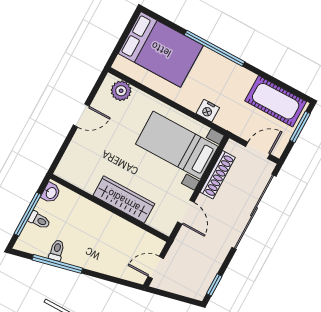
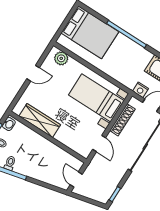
nightstand: (208, 111) -> (141, 90), moved
wardrobe: (124, 200) -> (40, 120), moved
door: (156, 267) -> (76, 180), hinge flipped

